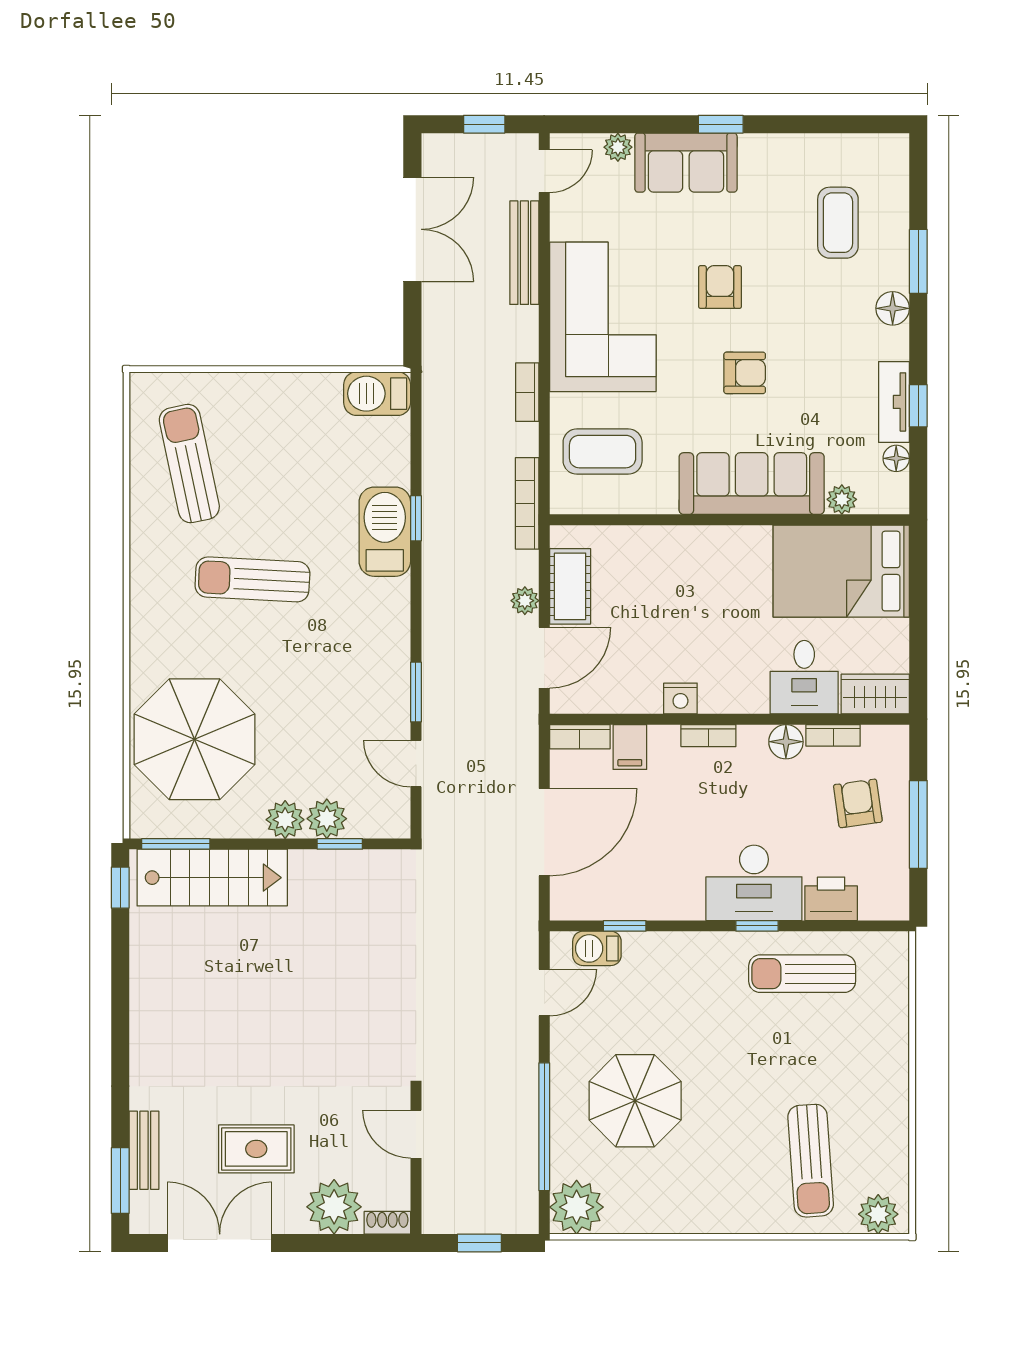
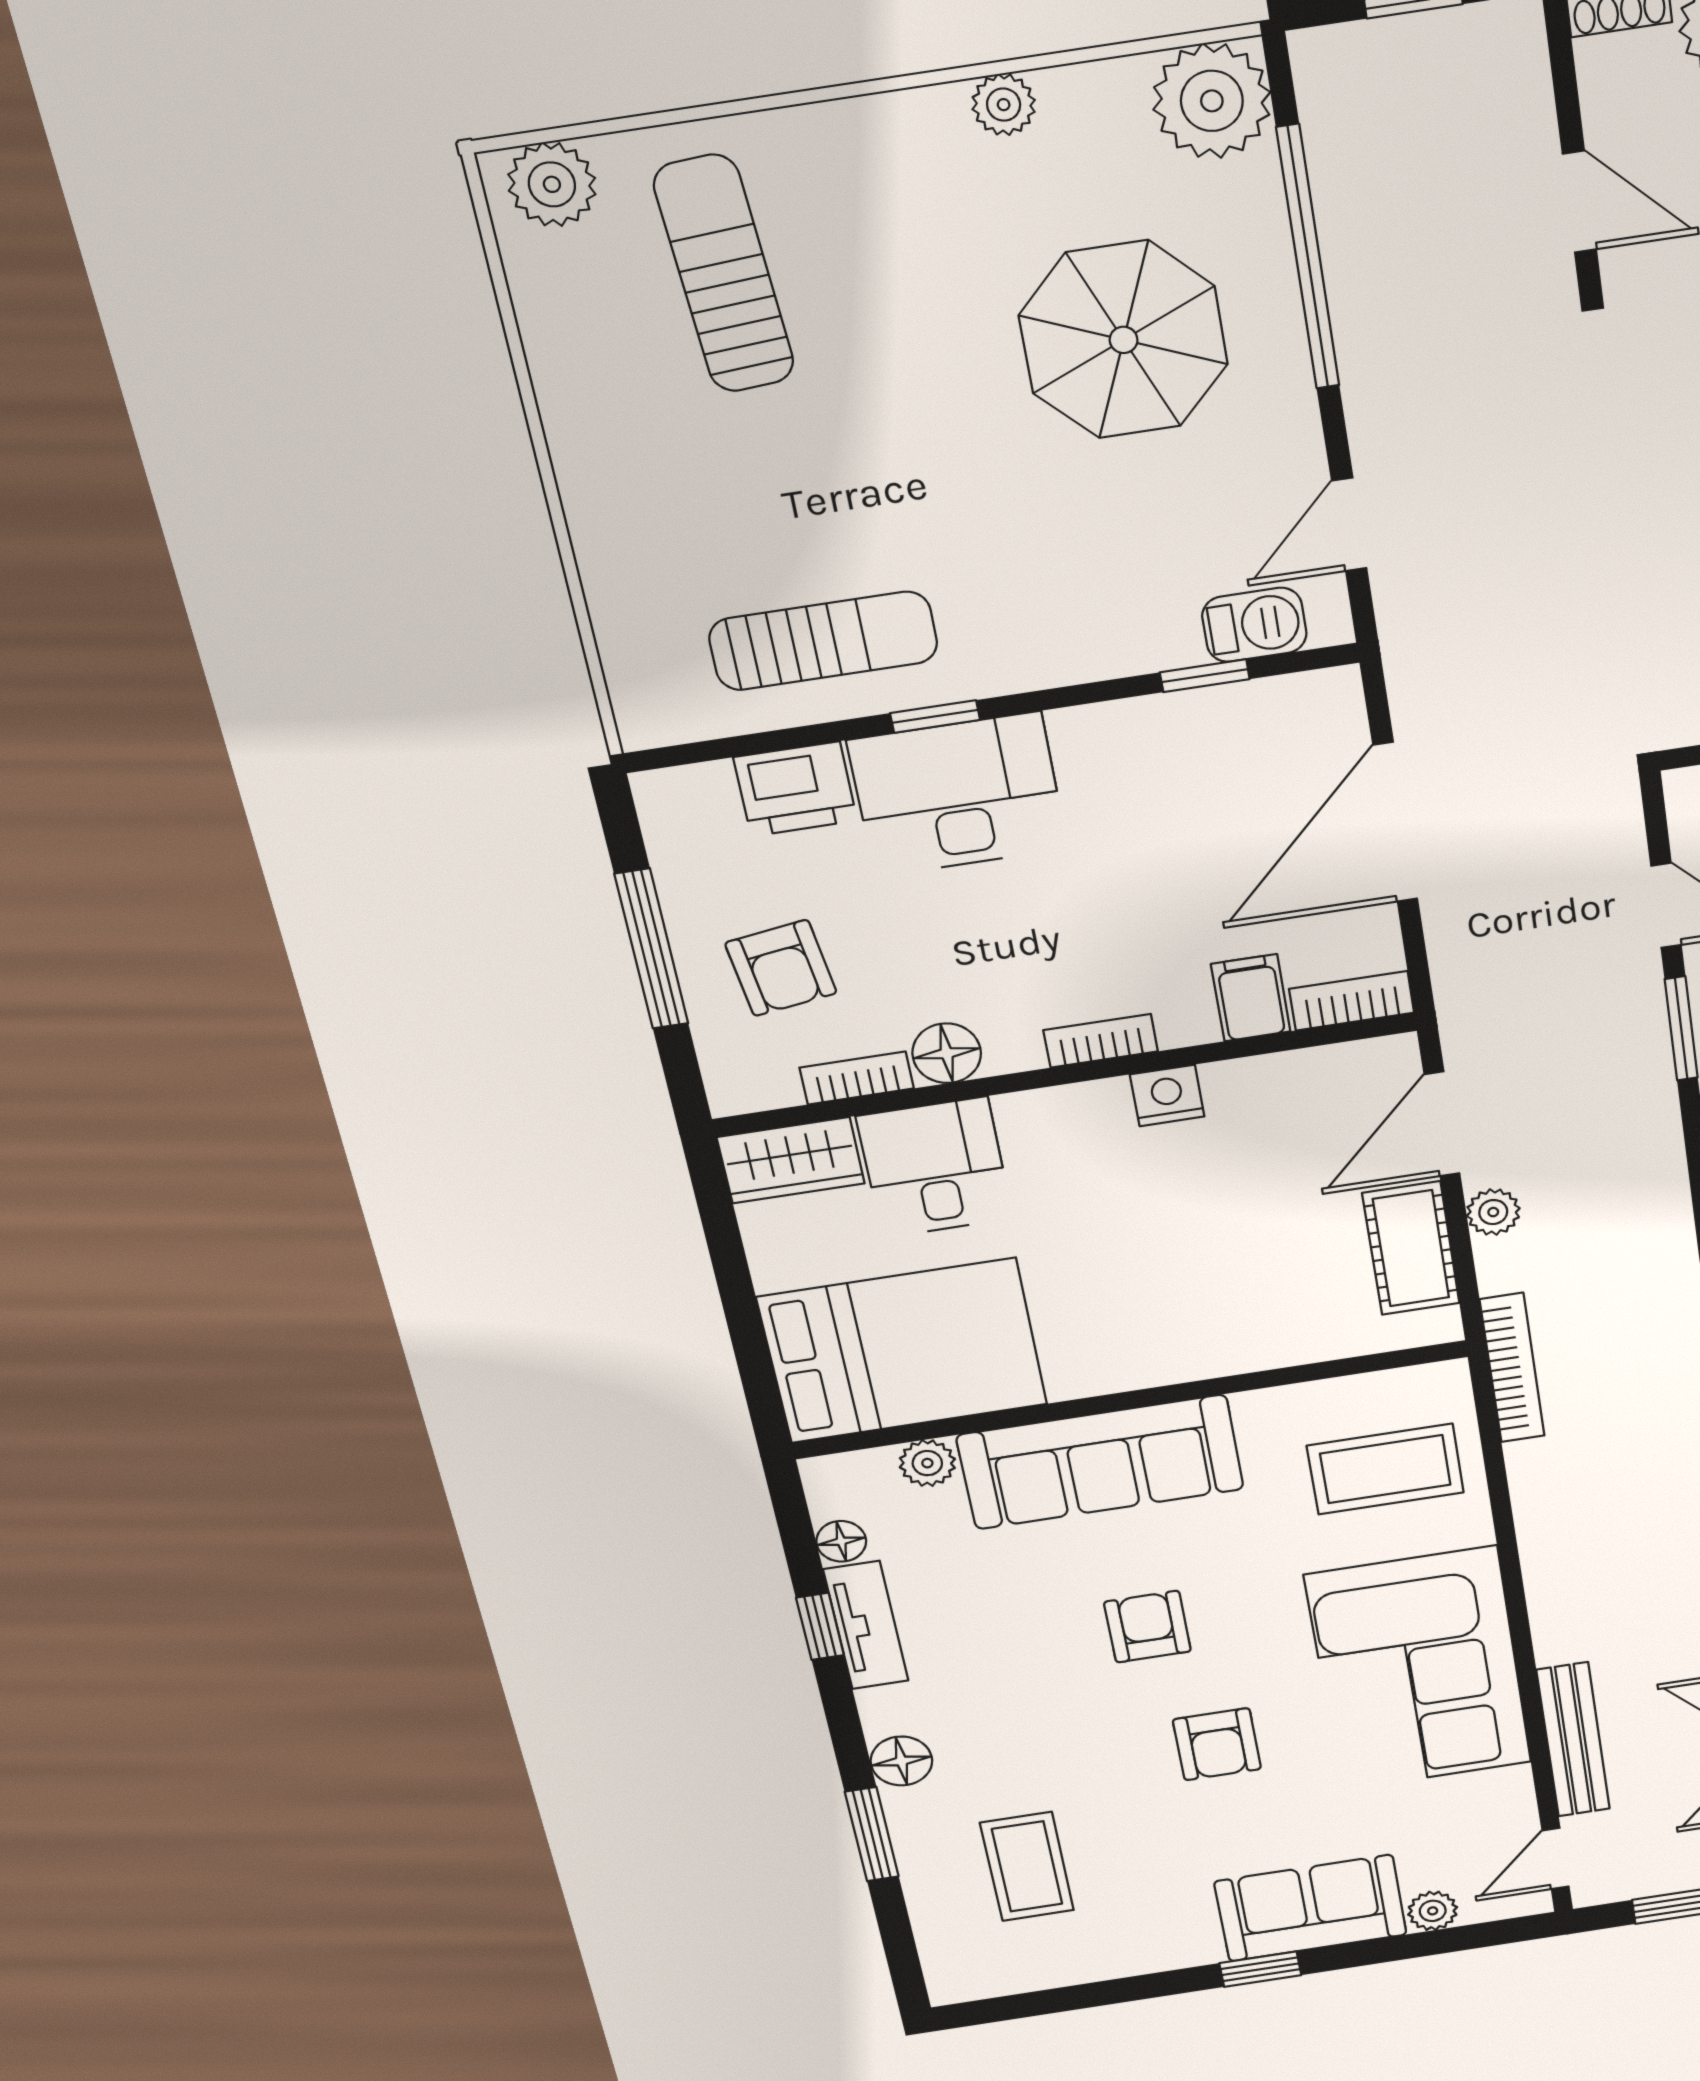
armchair: (745, 373) -> (1147, 1627), turned 90
bookcase: (527, 392) -> (1538, 1538), removed
plant: (670, 1220) -> (1004, 105), added

